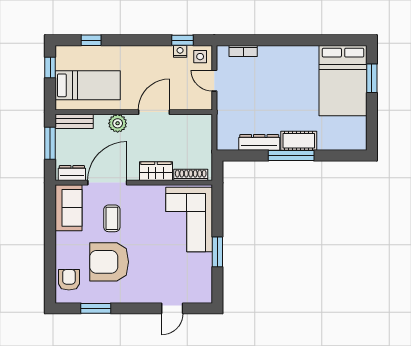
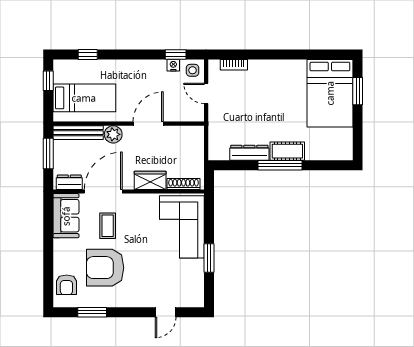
bench: (74, 121) -> (78, 133), width x1.36
armchair: (69, 280) -> (66, 285), turned 180

